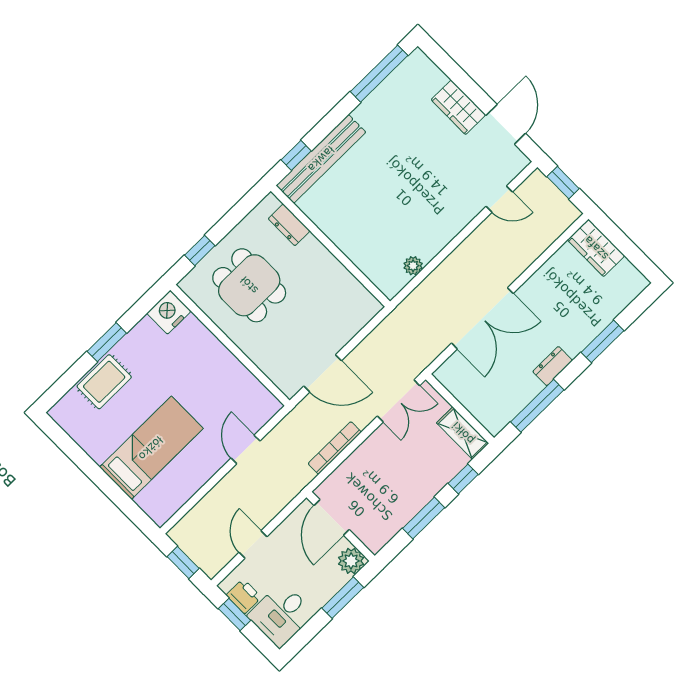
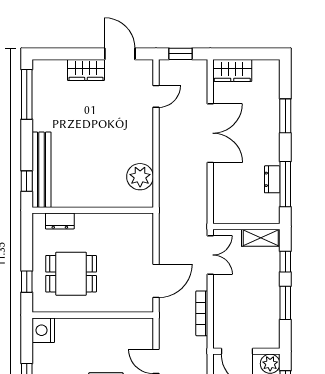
plant: (413, 266) -> (140, 177), width x1.87, depth x1.87
double door: (482, 318) -> (210, 133), moved
dresser: (553, 366) -> (272, 179), moved

